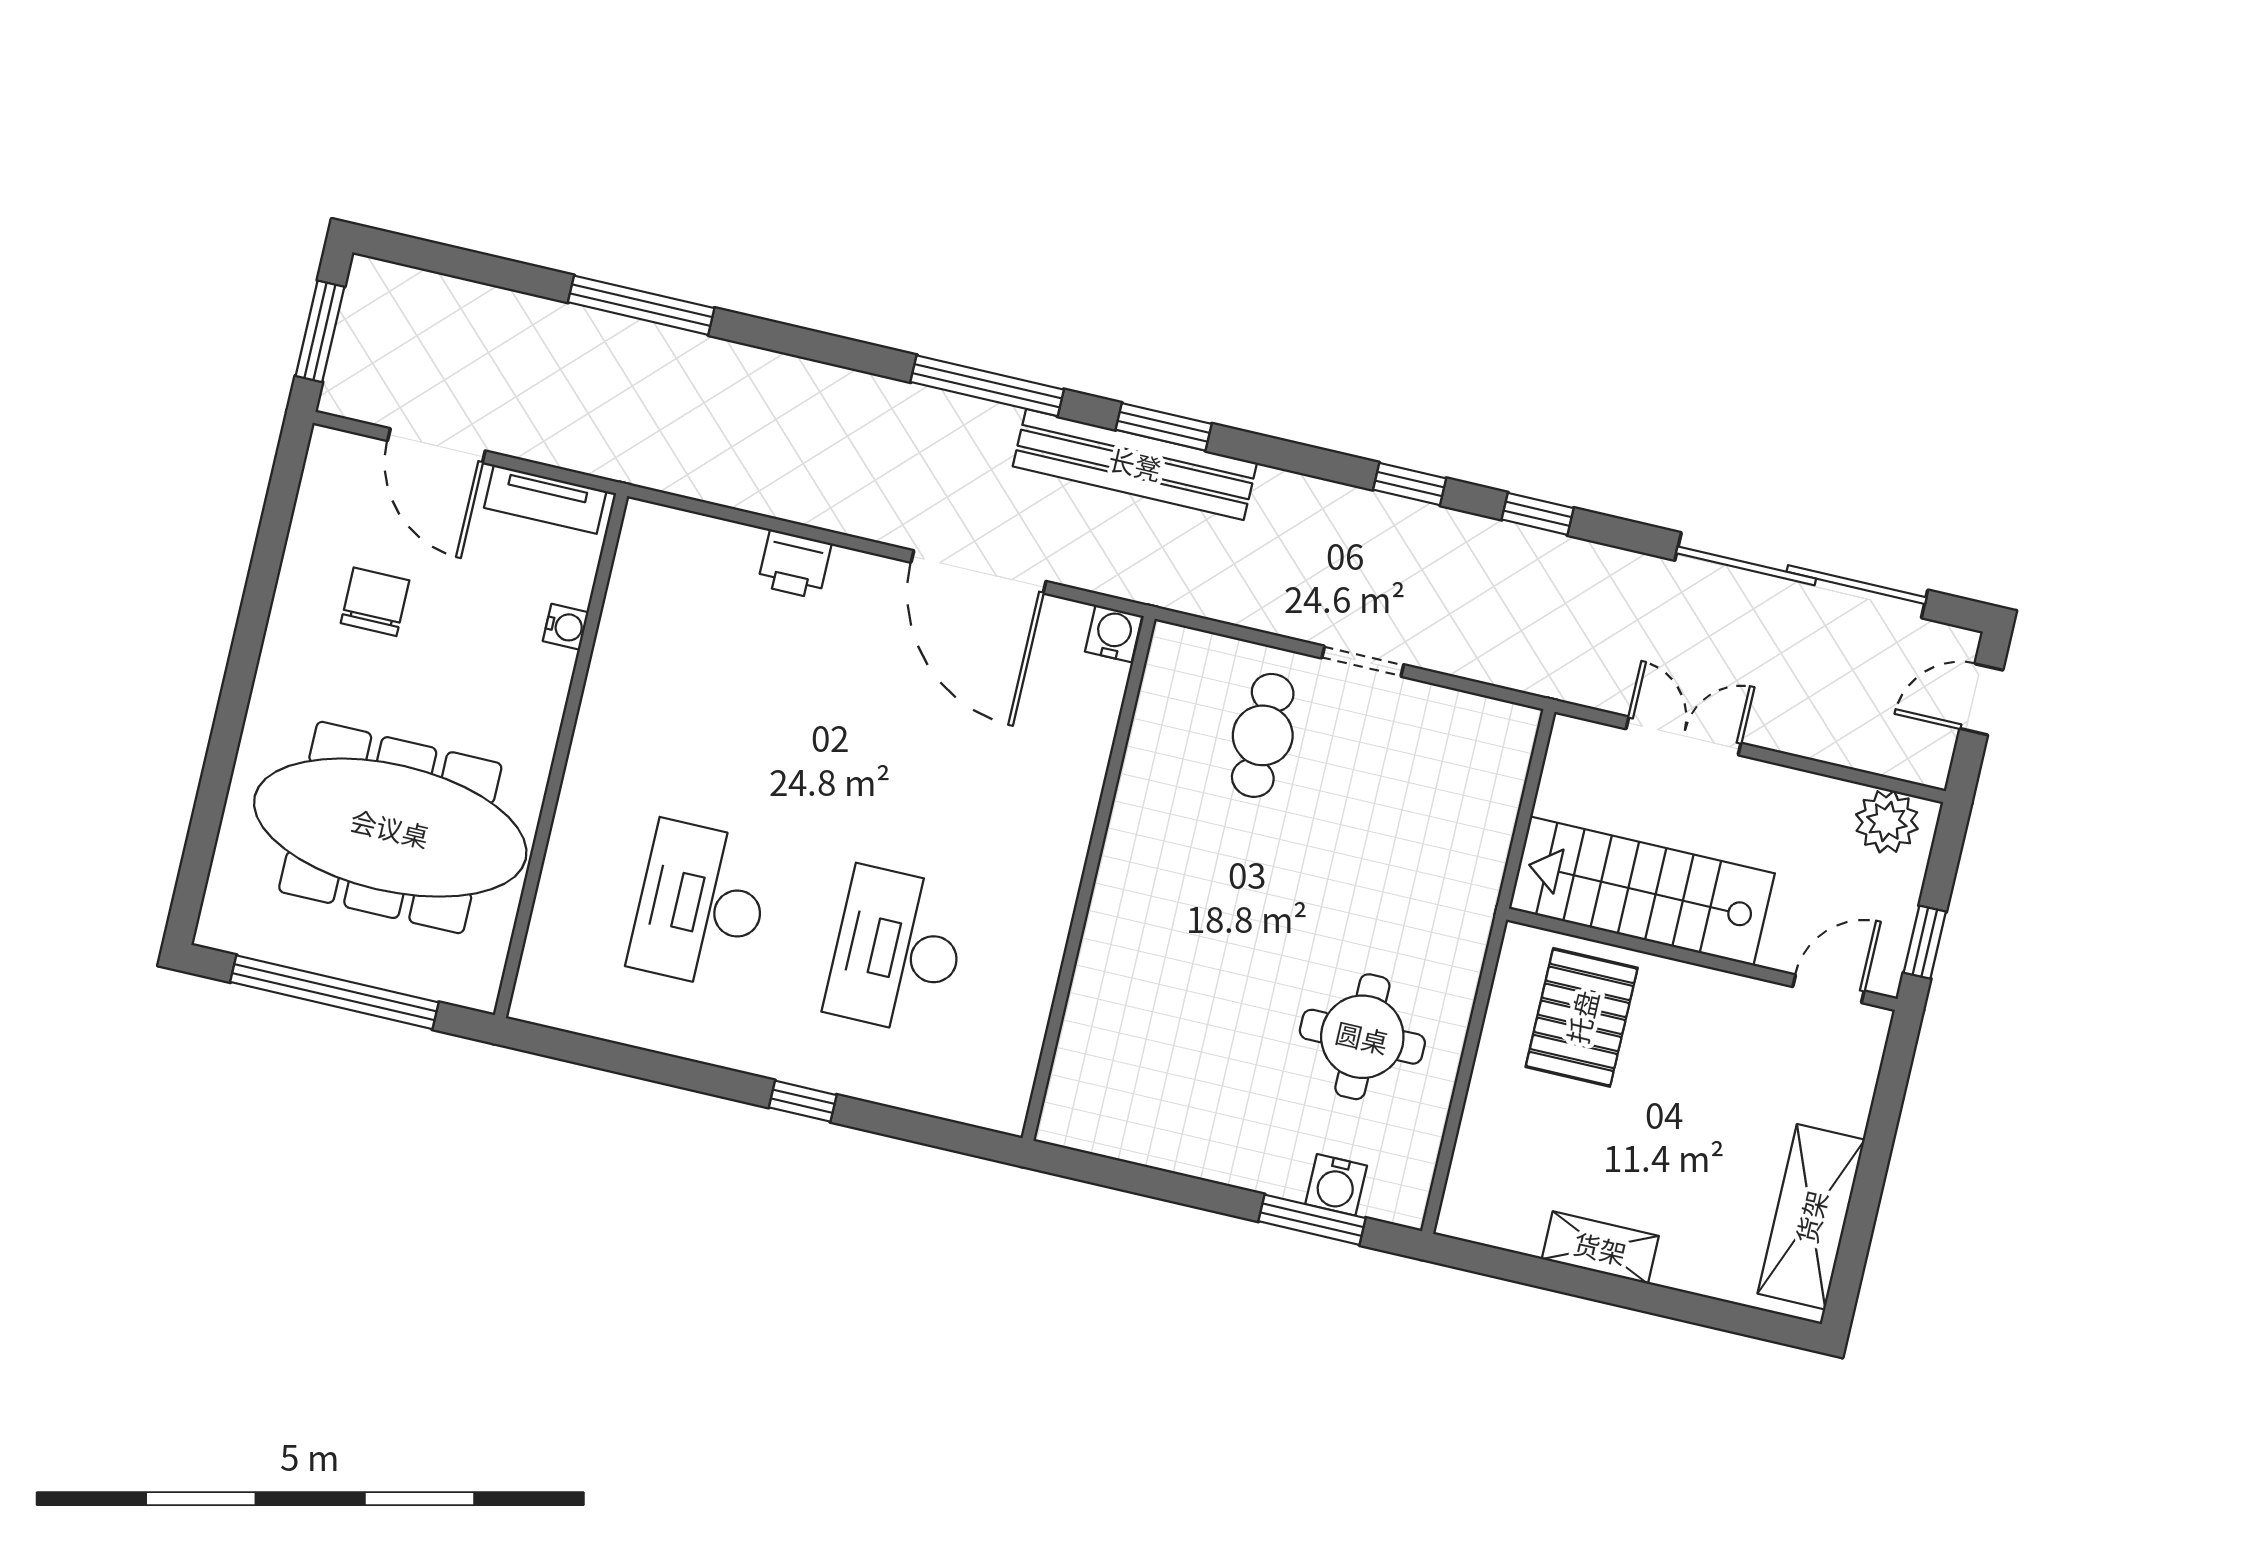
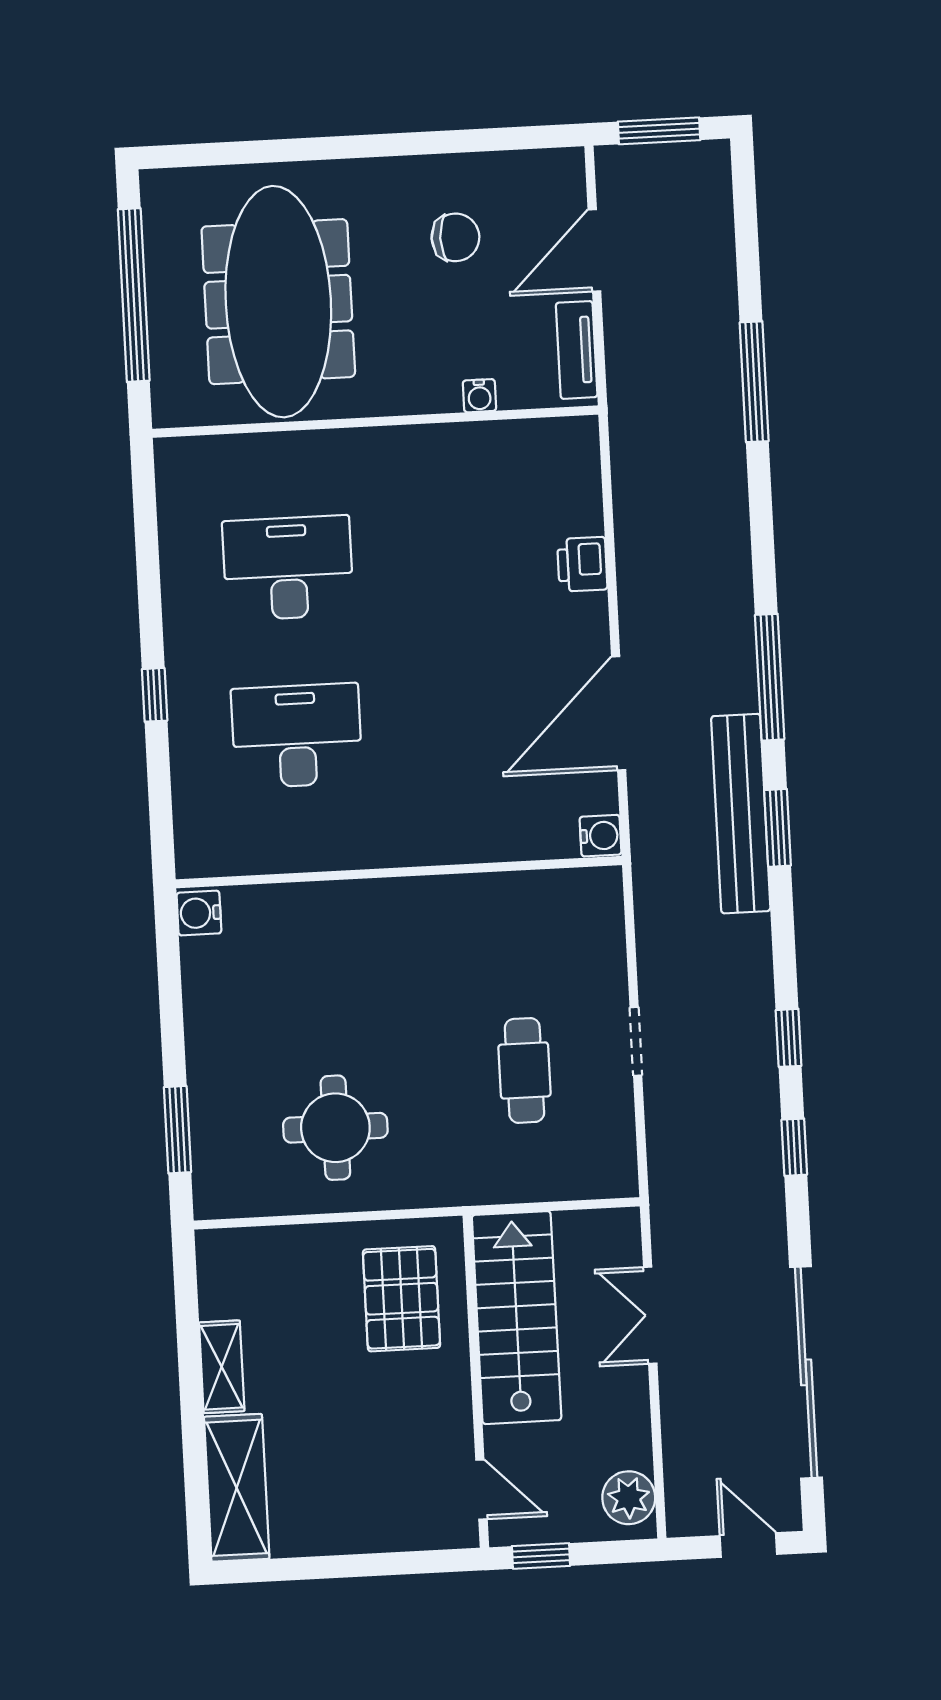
cafe table: (1263, 735) -> (524, 1070), moved, turned 90
double door: (1684, 736) -> (650, 1315), swing flipped
pallet: (1582, 1017) -> (401, 1299), turned 90
water cooler: (1336, 1185) -> (199, 913), moved
shelving: (1811, 1217) -> (237, 1488), moved, turned 90

